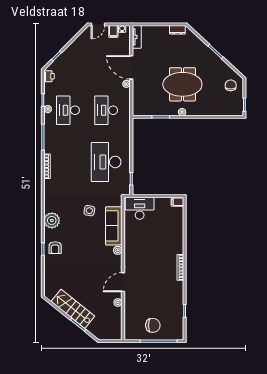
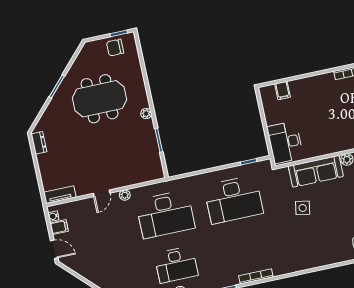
door: (131, 67) -> (102, 193), width x0.53
meeting table: (182, 84) -> (100, 99), moved, turned 90
chair: (231, 85) -> (115, 48), moved
desk: (106, 110) -> (165, 214), width x1.36, depth x1.30
filing cabinet: (178, 202) -> (283, 90), moved
plant: (52, 220) -> (326, 255), removed

